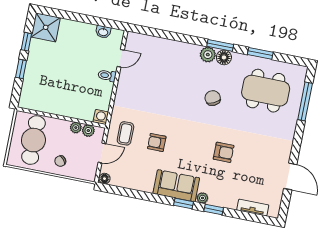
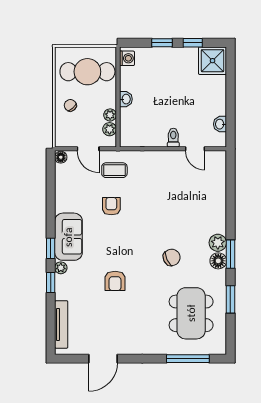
washbasin: (64, 111) -> (126, 99), added
washing machine: (101, 117) -> (127, 58), moved
tv unit: (253, 208) -> (61, 324), width x1.41

